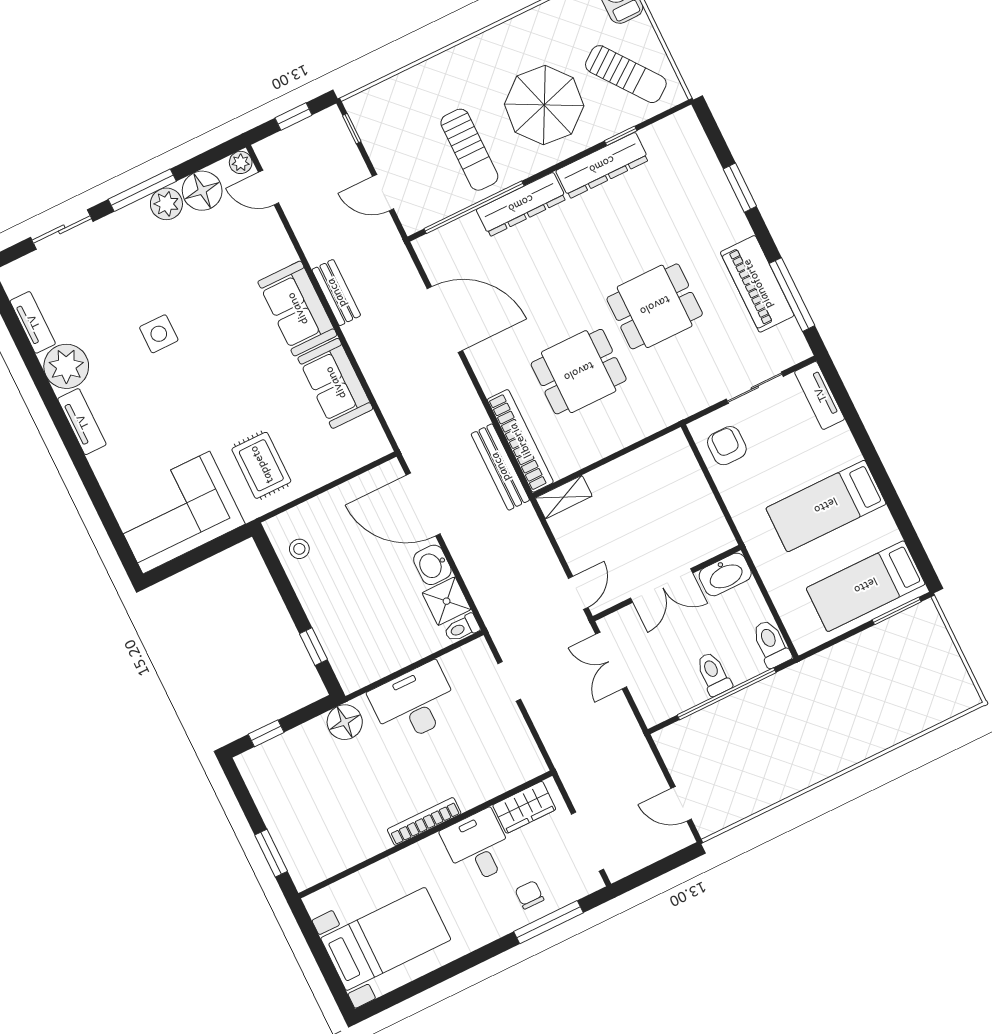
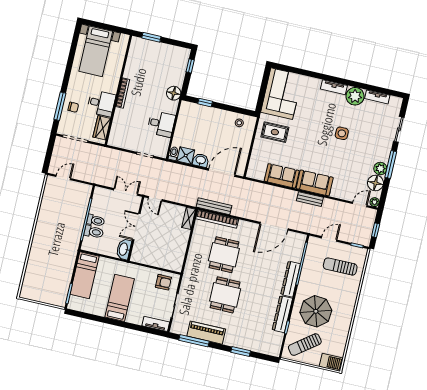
sun lounger: (469, 150) -> (340, 267), moved
bed: (866, 586) -> (85, 275), moved, turned 180
toilet: (771, 644) -> (94, 232), moved
desk: (414, 703) -> (161, 124), width x0.73

